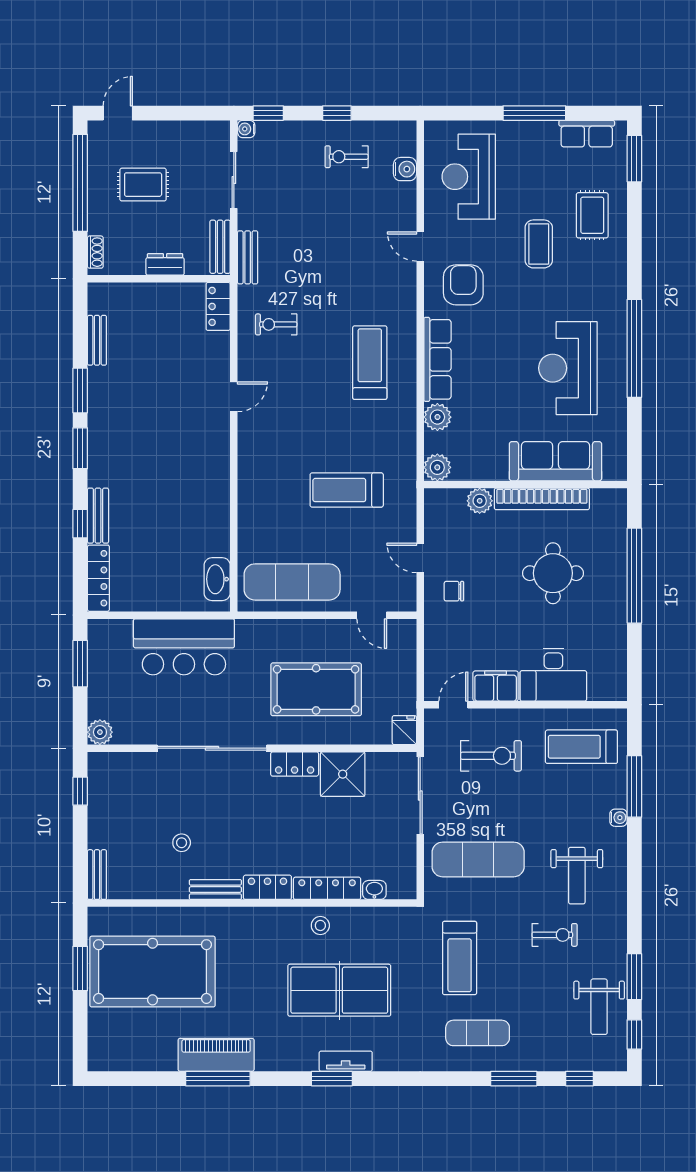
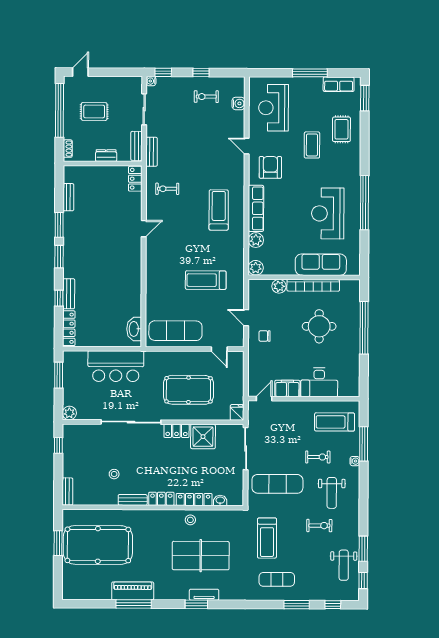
exercise bike: (491, 756) -> (318, 457), moved, width x0.73, depth x0.72

